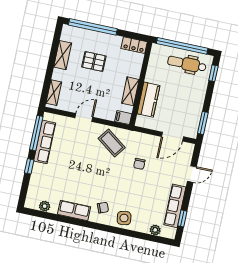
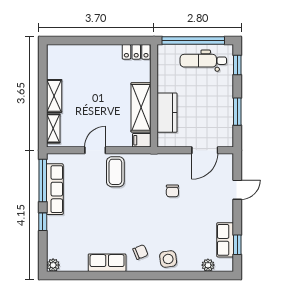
window: (93, 27) -> (83, 41), removed
shelving: (63, 55) -> (54, 96), moved
pallet: (94, 62) -> (93, 81), removed
shelving: (130, 91) -> (141, 107), width x1.50, depth x1.33
window: (203, 123) -> (237, 112), moved
coffee table: (112, 143) -> (115, 172), moved, turned 54
plant: (45, 206) -> (53, 265), moved
row of seats: (175, 206) -> (225, 240), width x0.68

